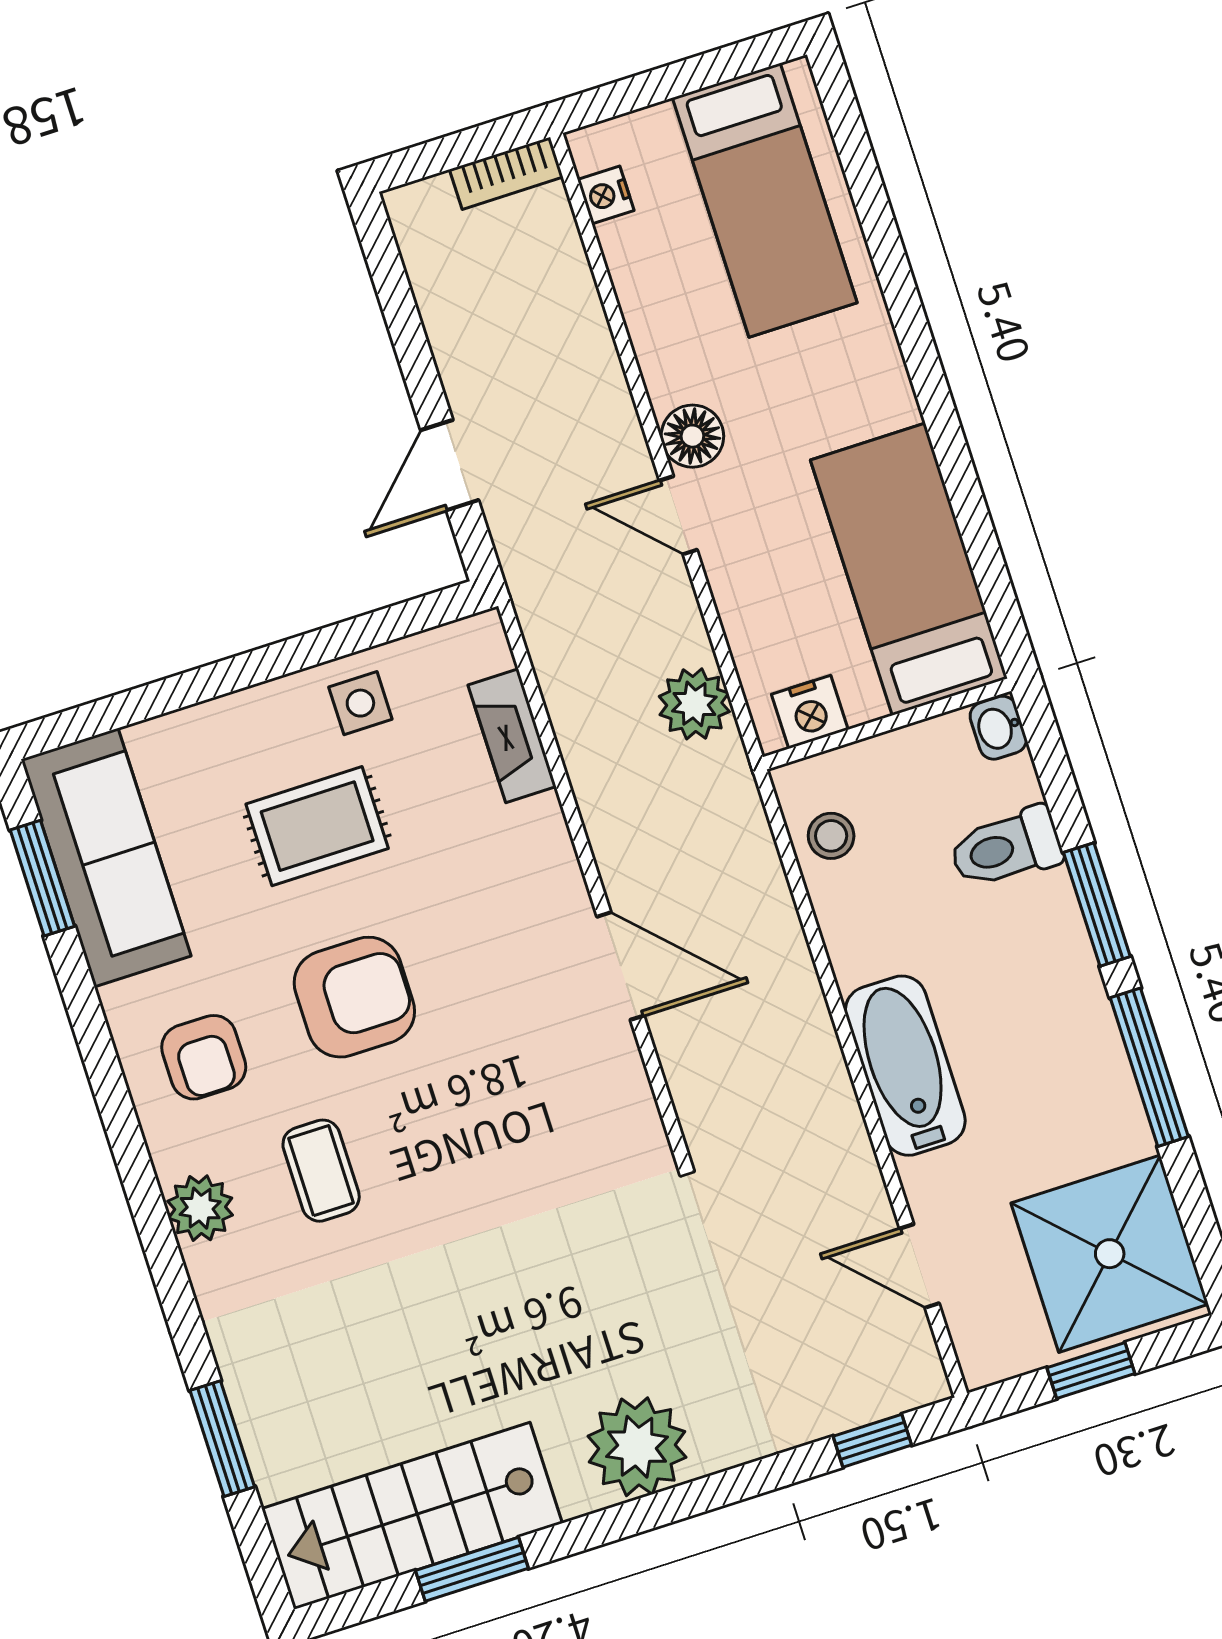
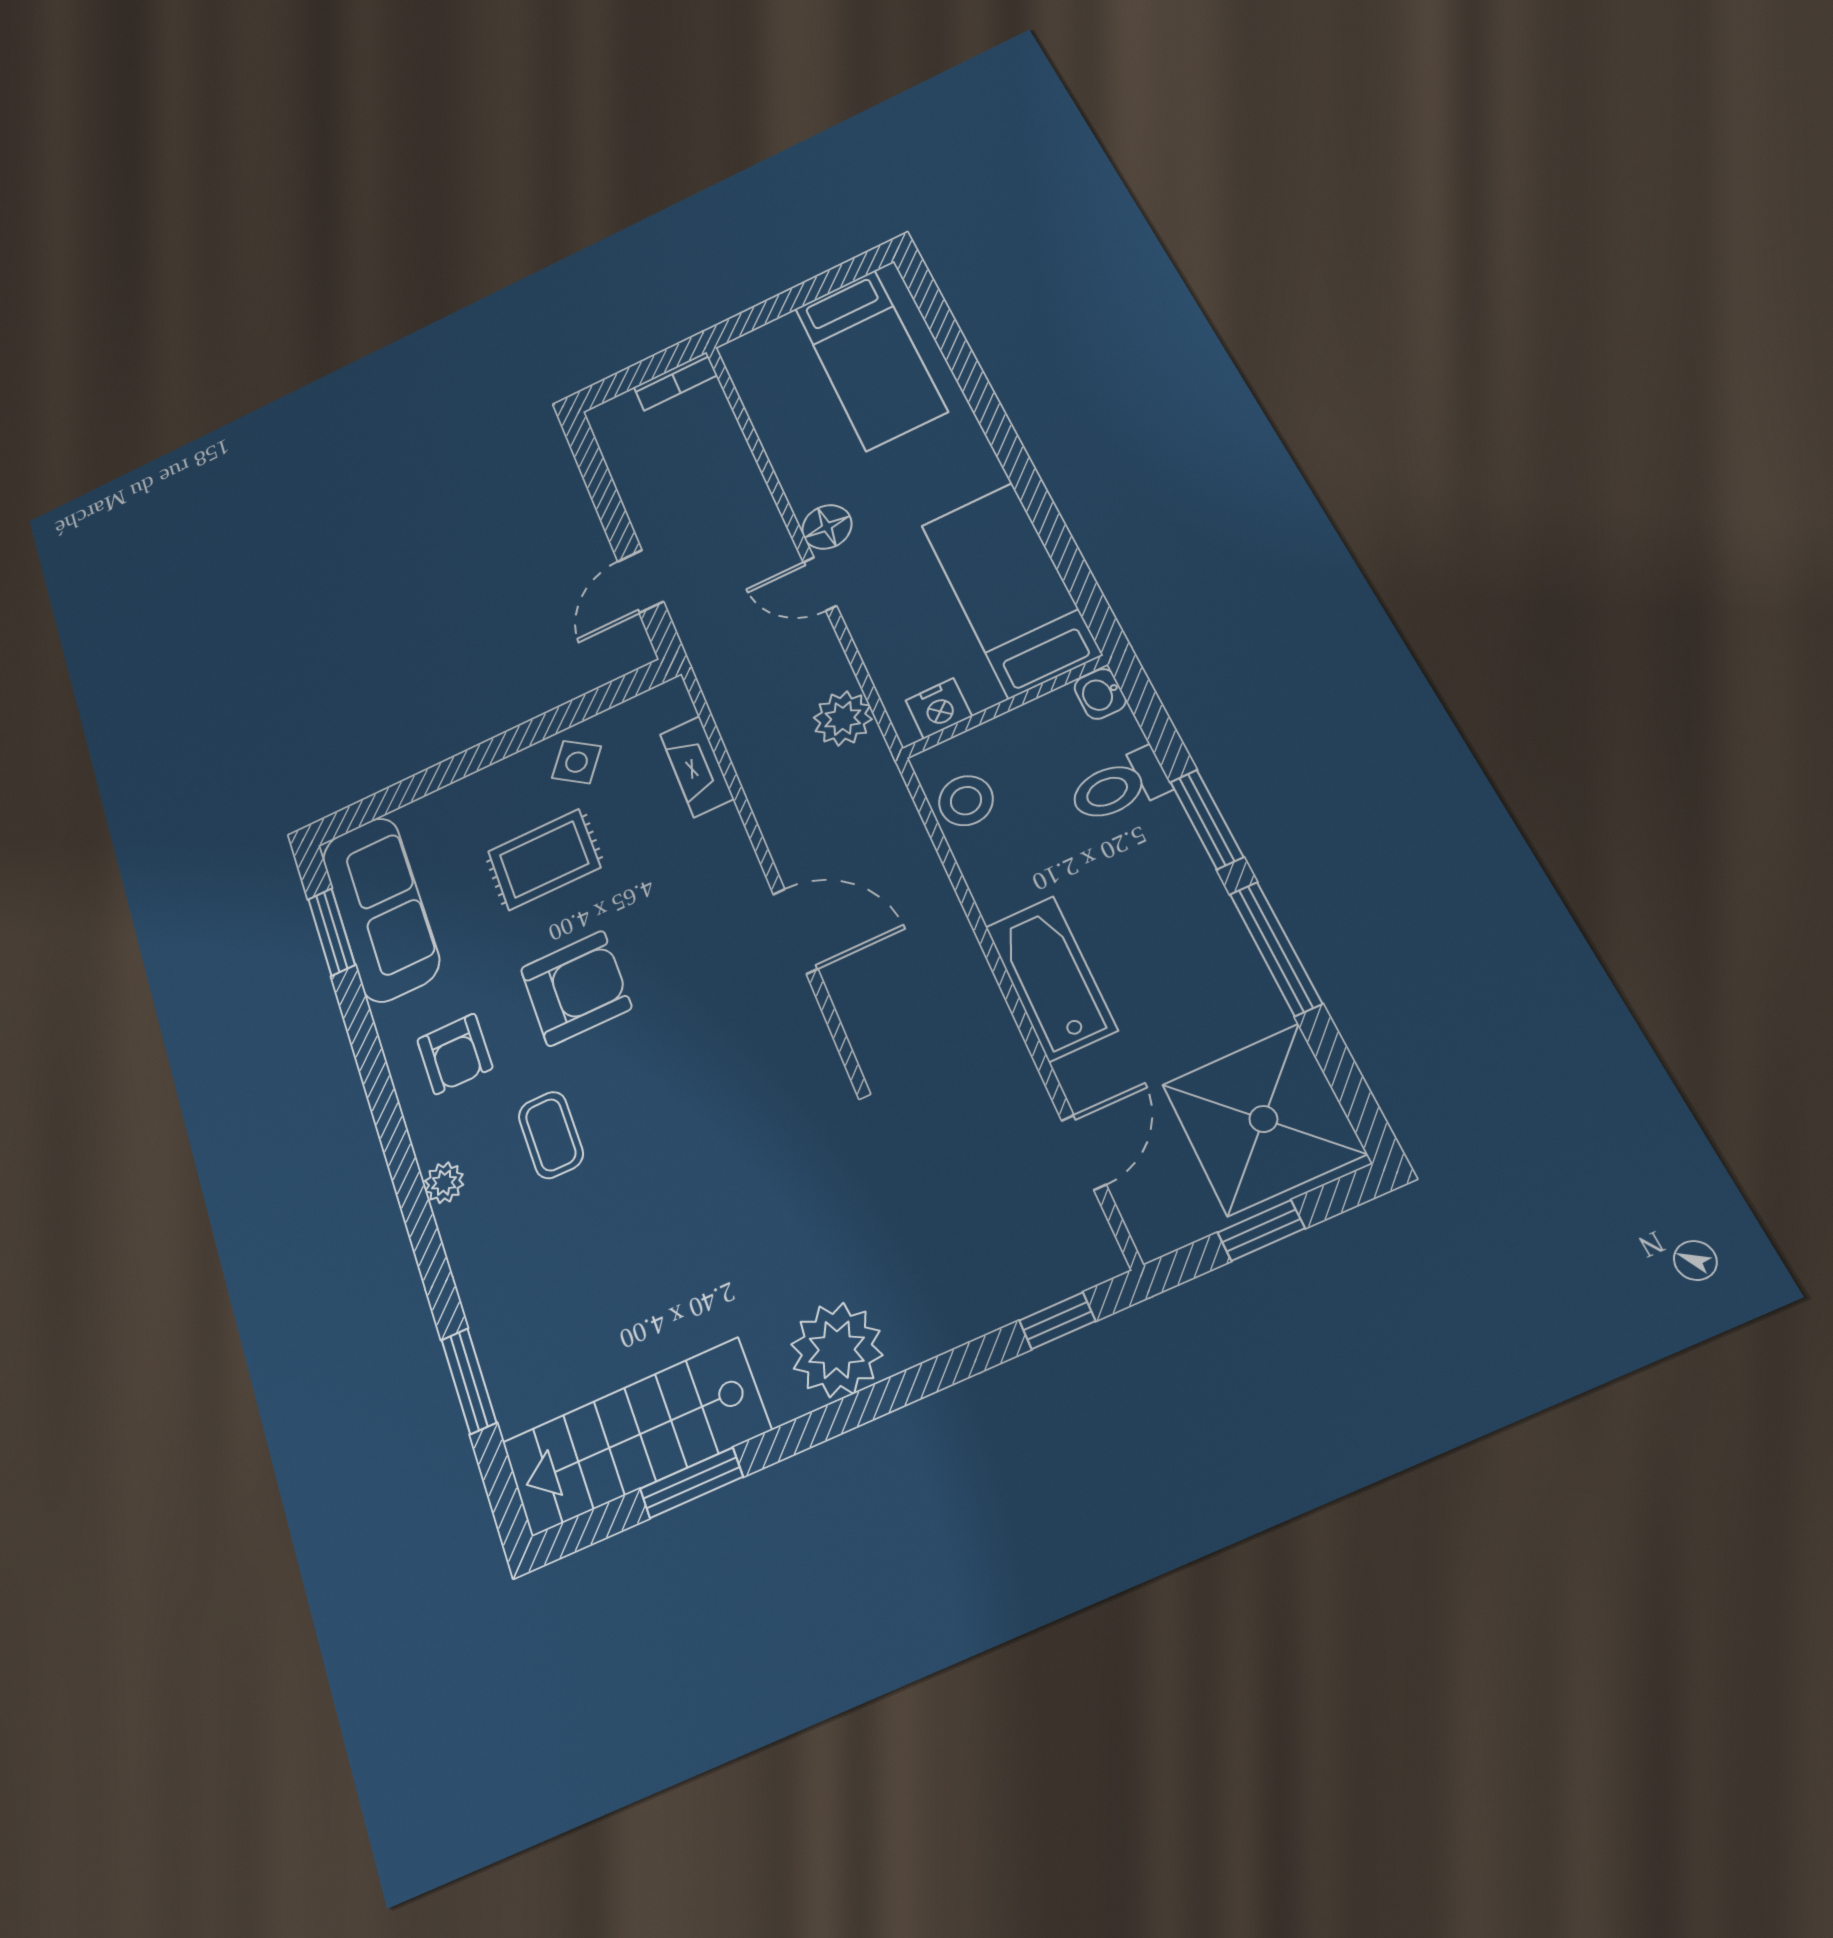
nightstand: (606, 195) -> (750, 380), removed
side table: (360, 703) -> (577, 762), turned 36
stool: (831, 836) -> (966, 801), width x1.37, depth x1.37
plant: (200, 1208) -> (444, 1183), width x0.73, depth x0.73
door: (919, 1266) -> (1084, 1152), swing flipped

